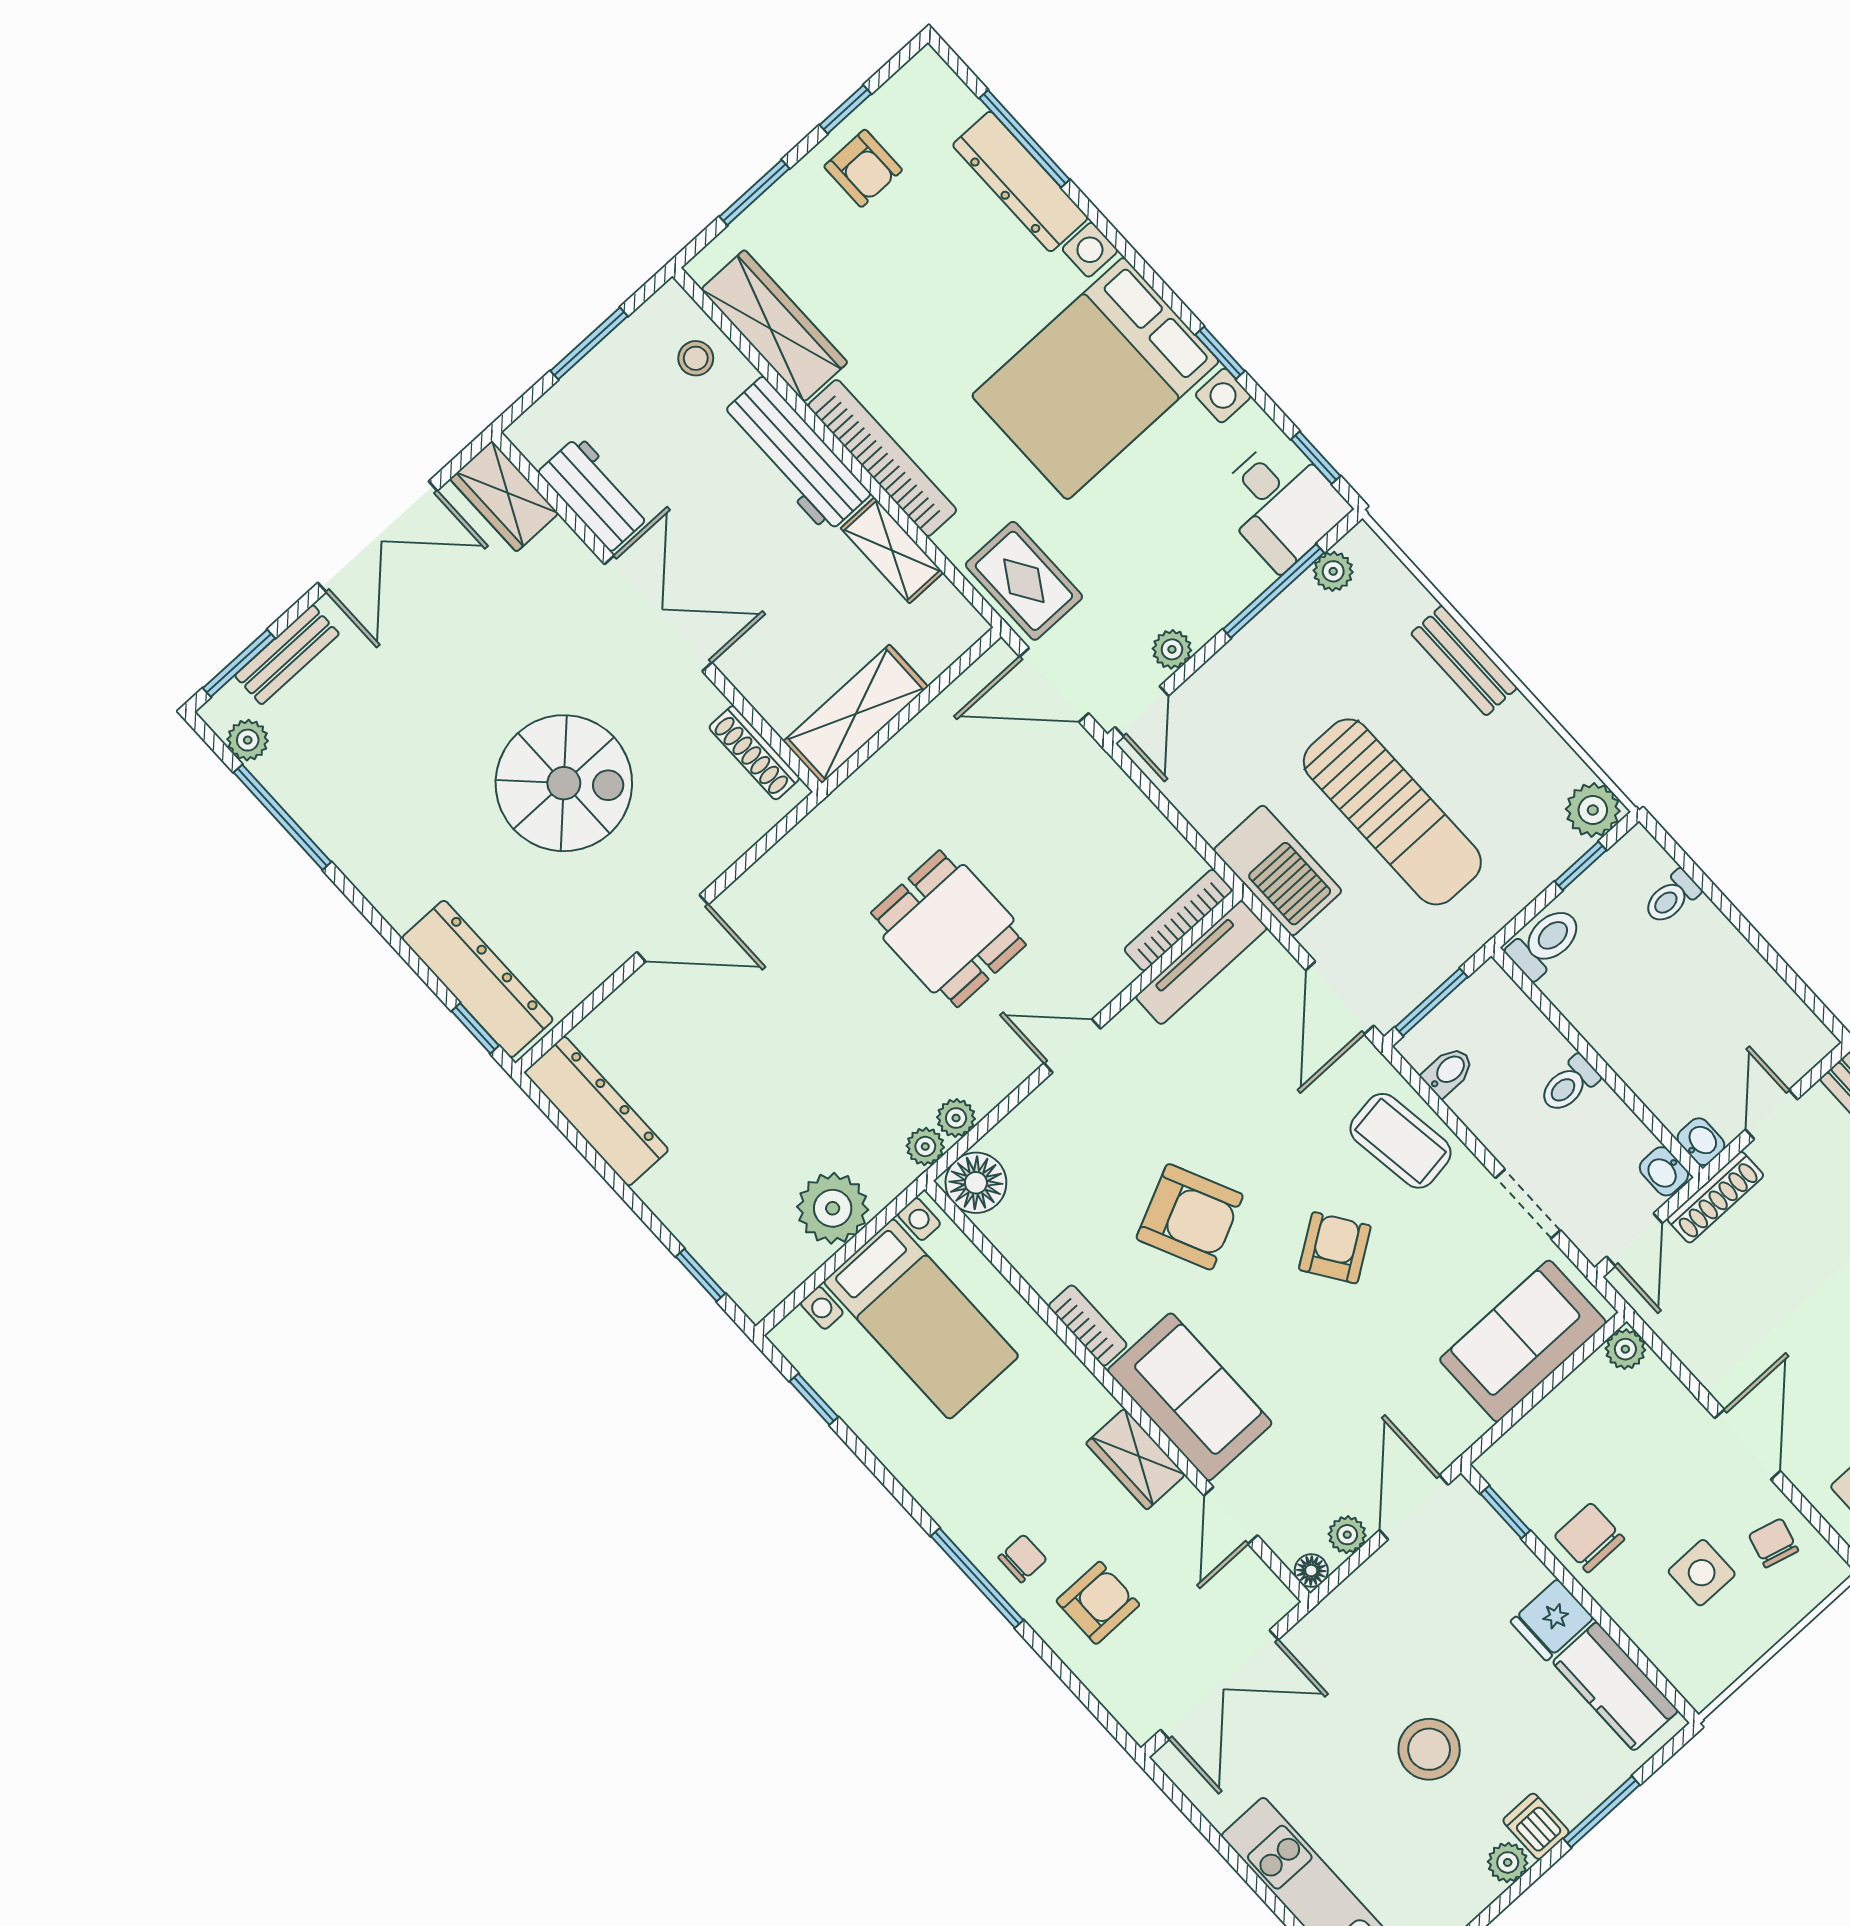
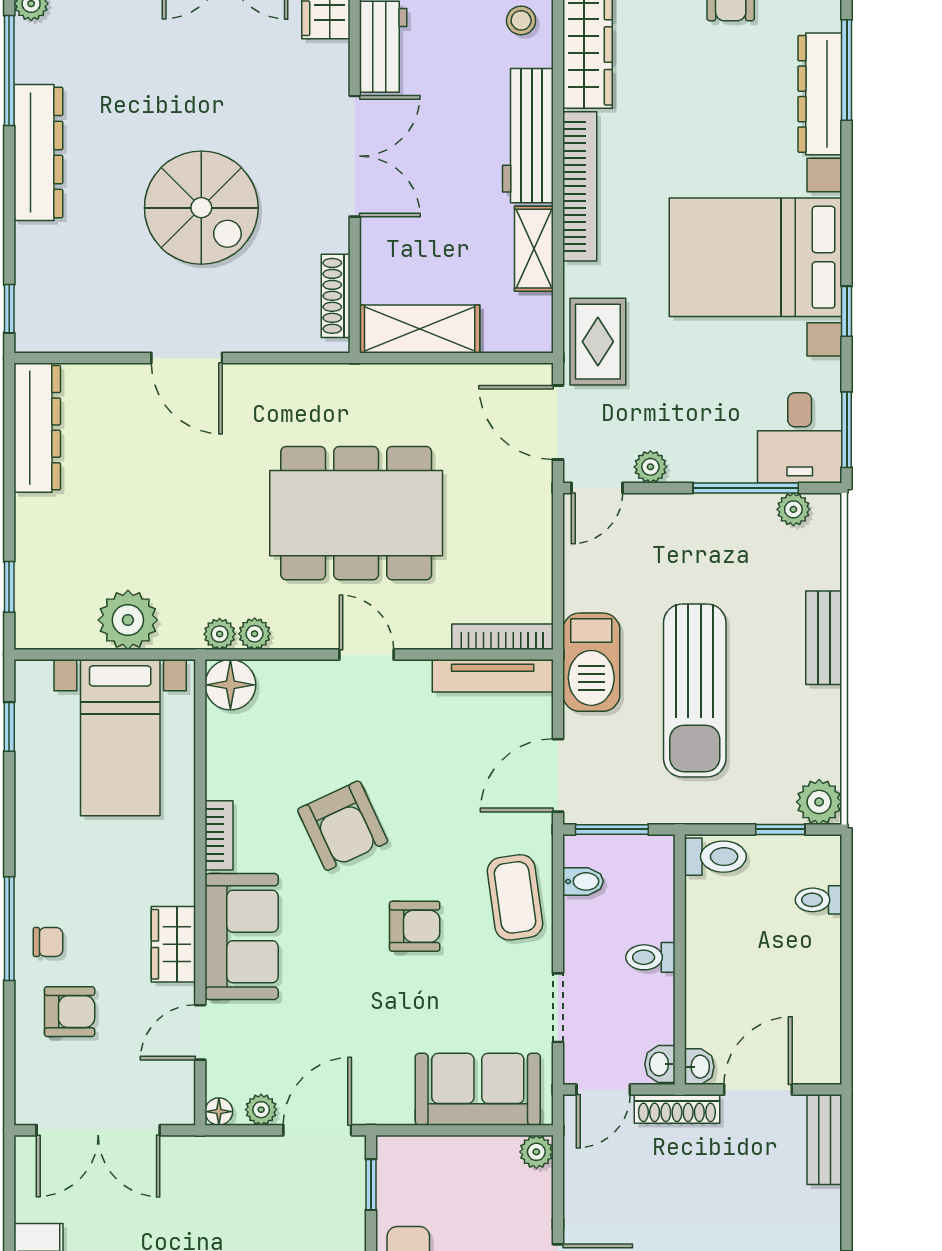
window: (1316, 458) -> (847, 430), width x1.50
dining table: (948, 929) -> (356, 513), width x1.88, depth x1.24
dresser: (478, 979) -> (38, 152), moved
door: (1772, 1114) -> (758, 1090), width x1.38
armchair: (1335, 1248) -> (415, 926), turned 34

